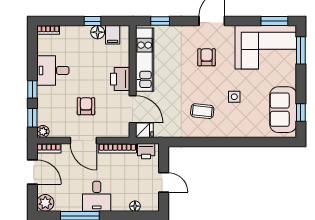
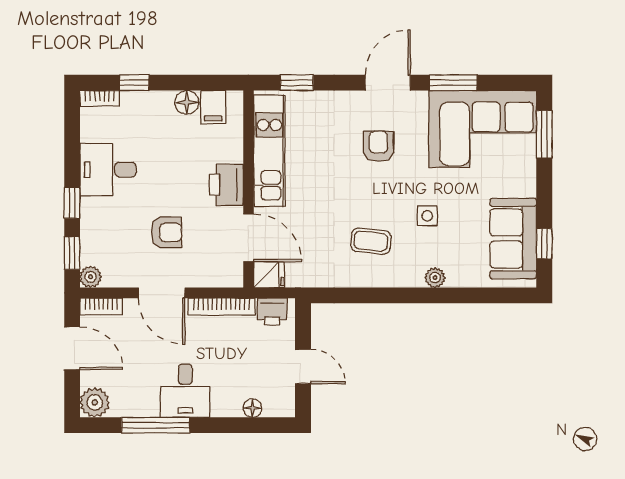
window: (93, 21) -> (134, 83), moved
window: (274, 21) -> (453, 83), moved
armchair: (86, 106) -> (166, 232), turned 90
plant: (239, 132) -> (435, 278), added

